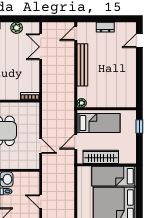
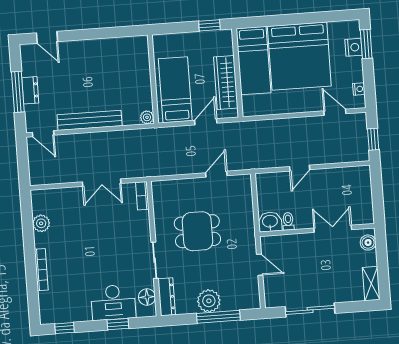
window: (105, 19) -> (18, 92), added
double door: (41, 47) -> (102, 183), moved
window: (139, 126) -> (209, 25), moved
door: (76, 142) -> (206, 122), swing flipped

